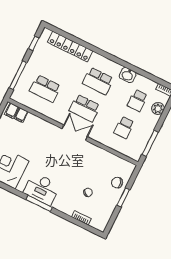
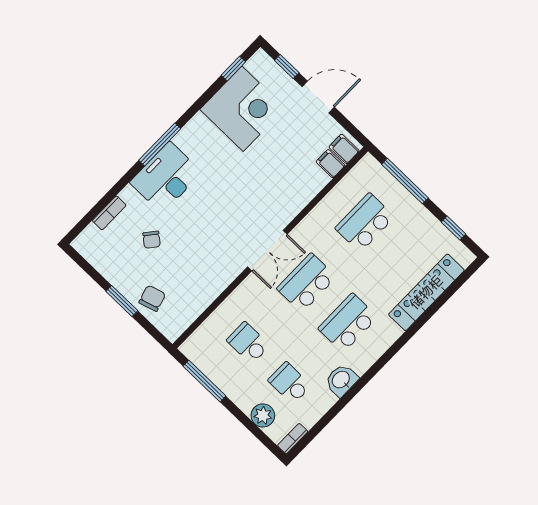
desk: (42, 189) -> (166, 177), moved

